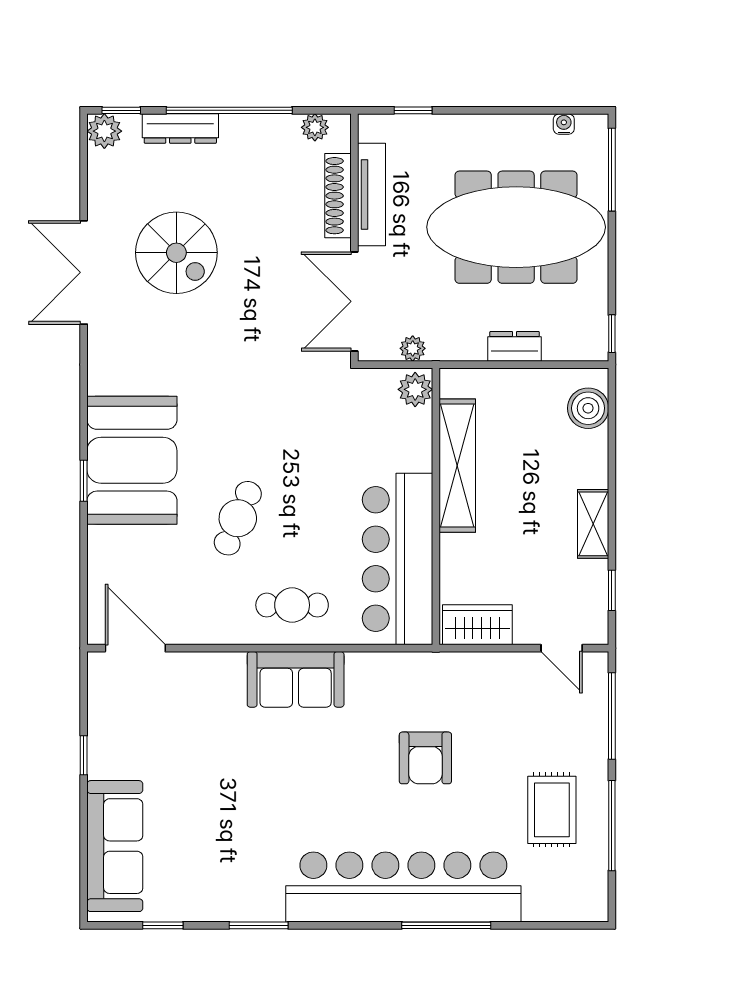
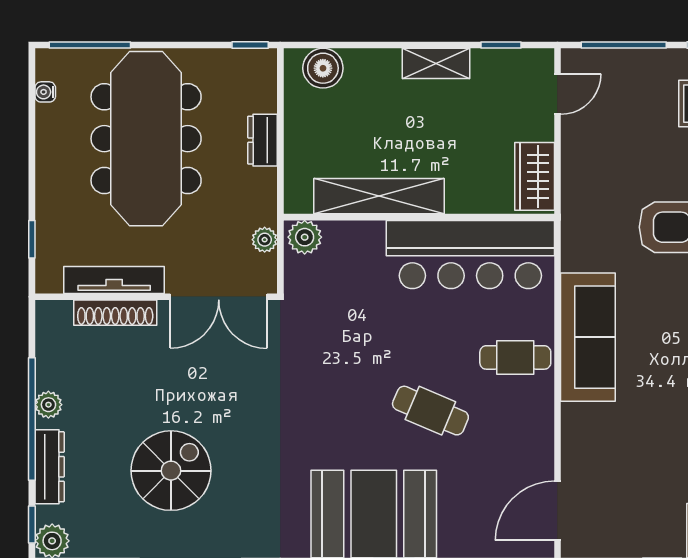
plant: (315, 127) -> (48, 405), moved
cafe table: (292, 605) -> (515, 357), turned 90
sofa: (296, 679) -> (588, 337), width x1.36

